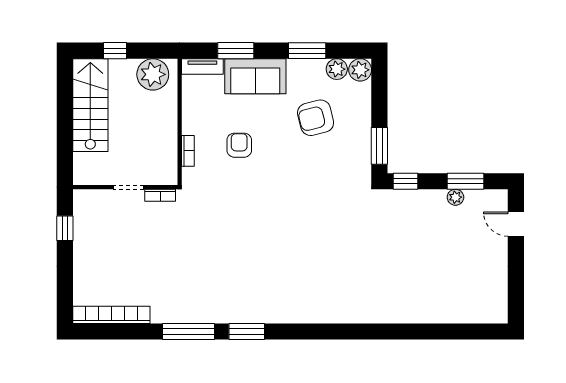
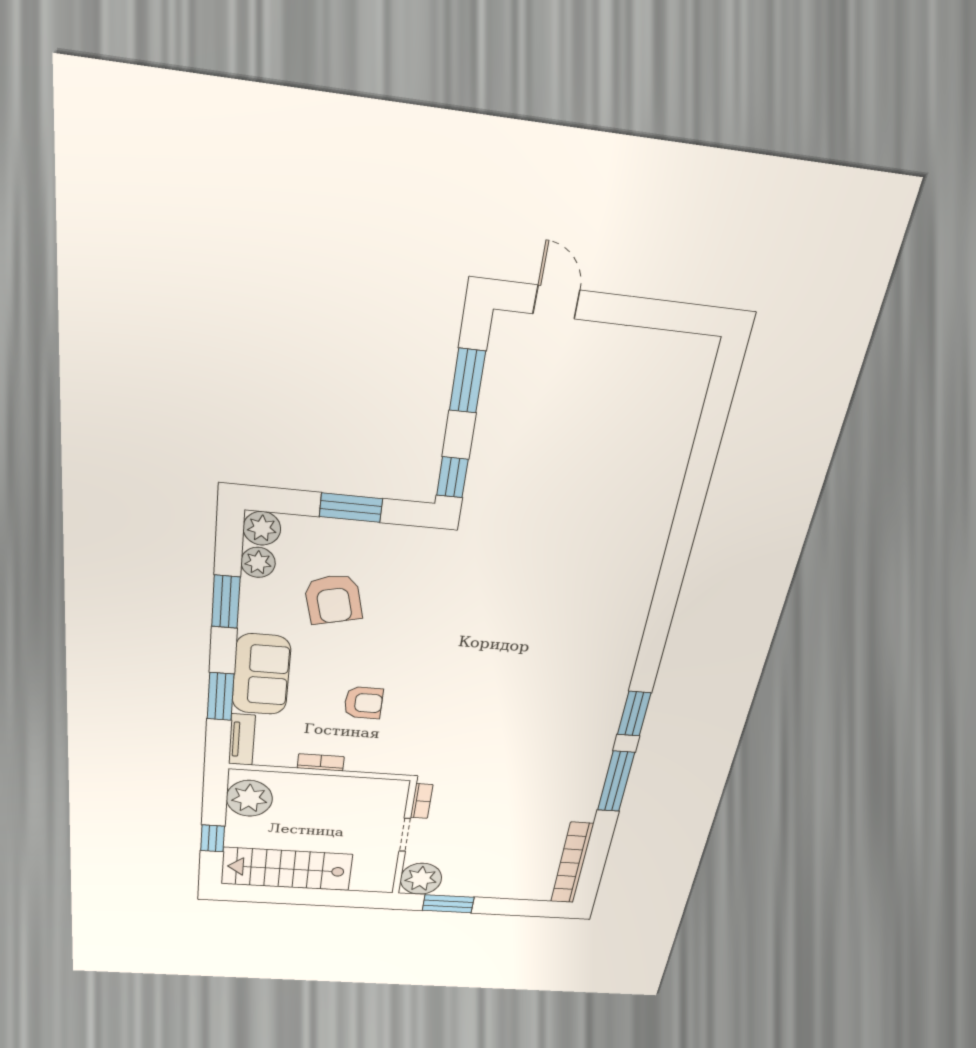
armchair: (239, 145) -> (363, 703), turned 180
window: (379, 146) -> (351, 508), moved
bookcase: (188, 151) -> (321, 762), moved
plant: (455, 197) -> (421, 879), moved, width x1.88, depth x1.88
door: (516, 224) -> (556, 302), swing flipped
window: (65, 228) -> (448, 904), width x1.50

